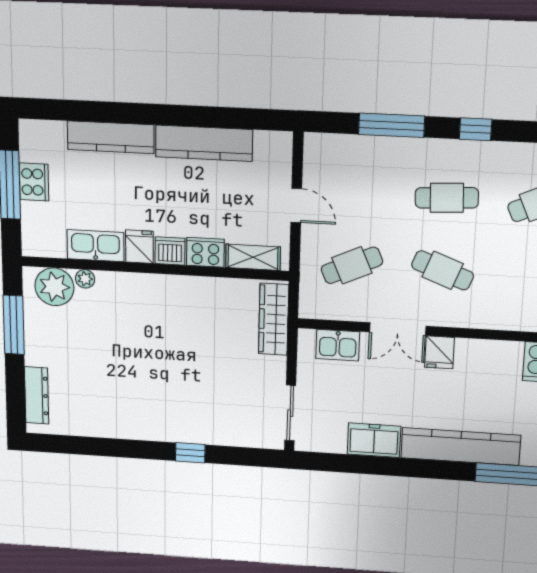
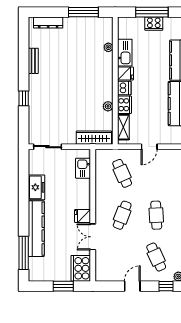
plant: (54, 287) -> (108, 106), moved, width x0.53, depth x0.53
double door: (398, 329) -> (93, 237), moved
bench: (114, 429) -> (33, 61), added

